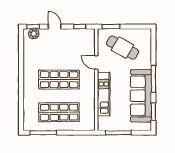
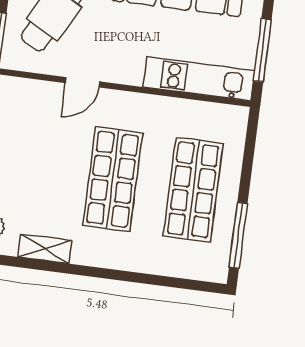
shelving: (28, 56) -> (45, 249), added
kitchen unit: (104, 94) -> (199, 79), moved

